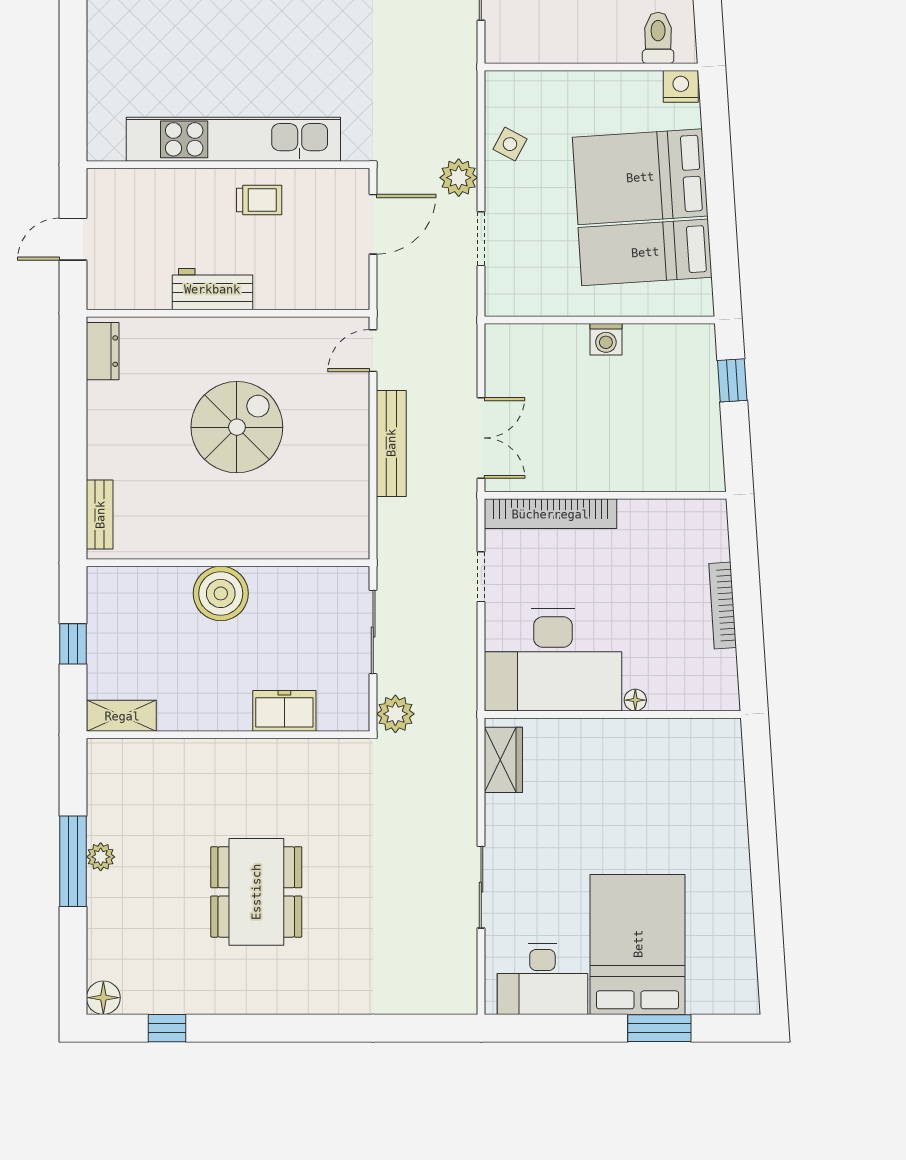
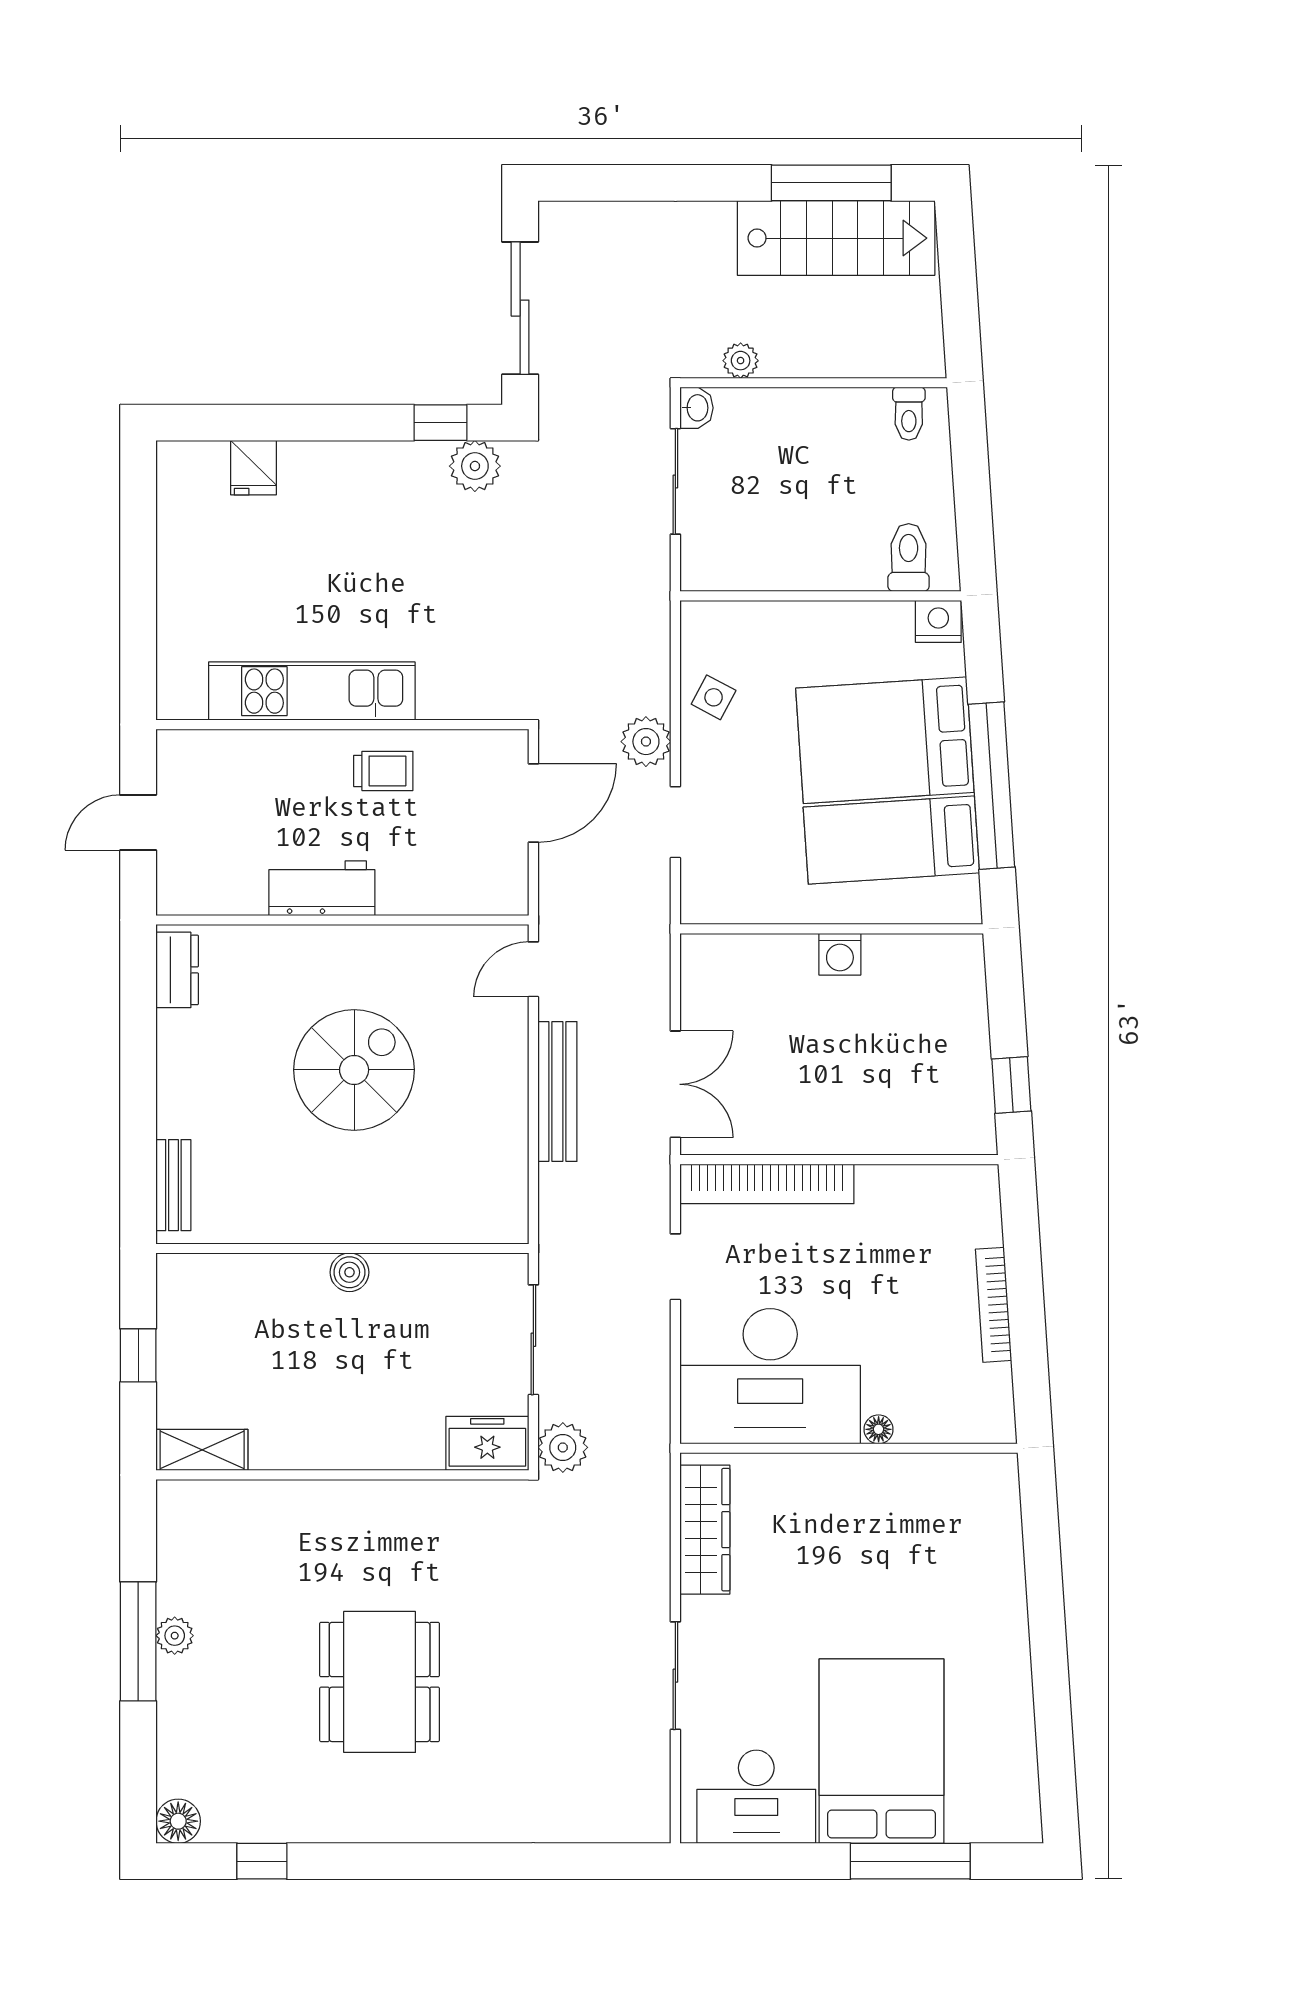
kitchen unit: (233, 139) -> (312, 691), width x0.73
window: (721, 211) -> (992, 786), added
window: (732, 380) -> (1011, 1085), moved
boiler: (221, 593) -> (349, 1272), width x0.54, depth x0.54
freezer: (284, 711) -> (487, 1443), moved
wardrobe: (503, 760) -> (705, 1530), width x1.50
window: (659, 1028) -> (910, 1861), width x1.44

